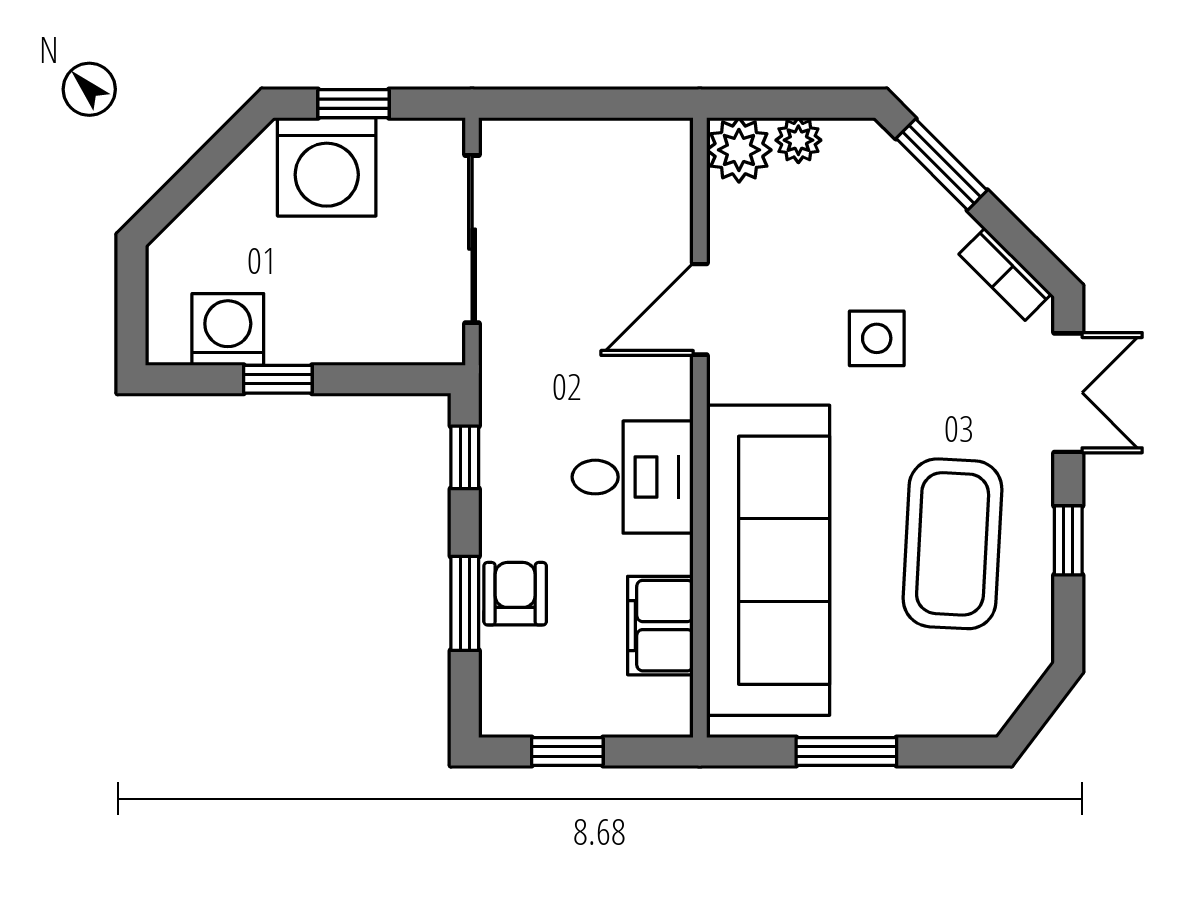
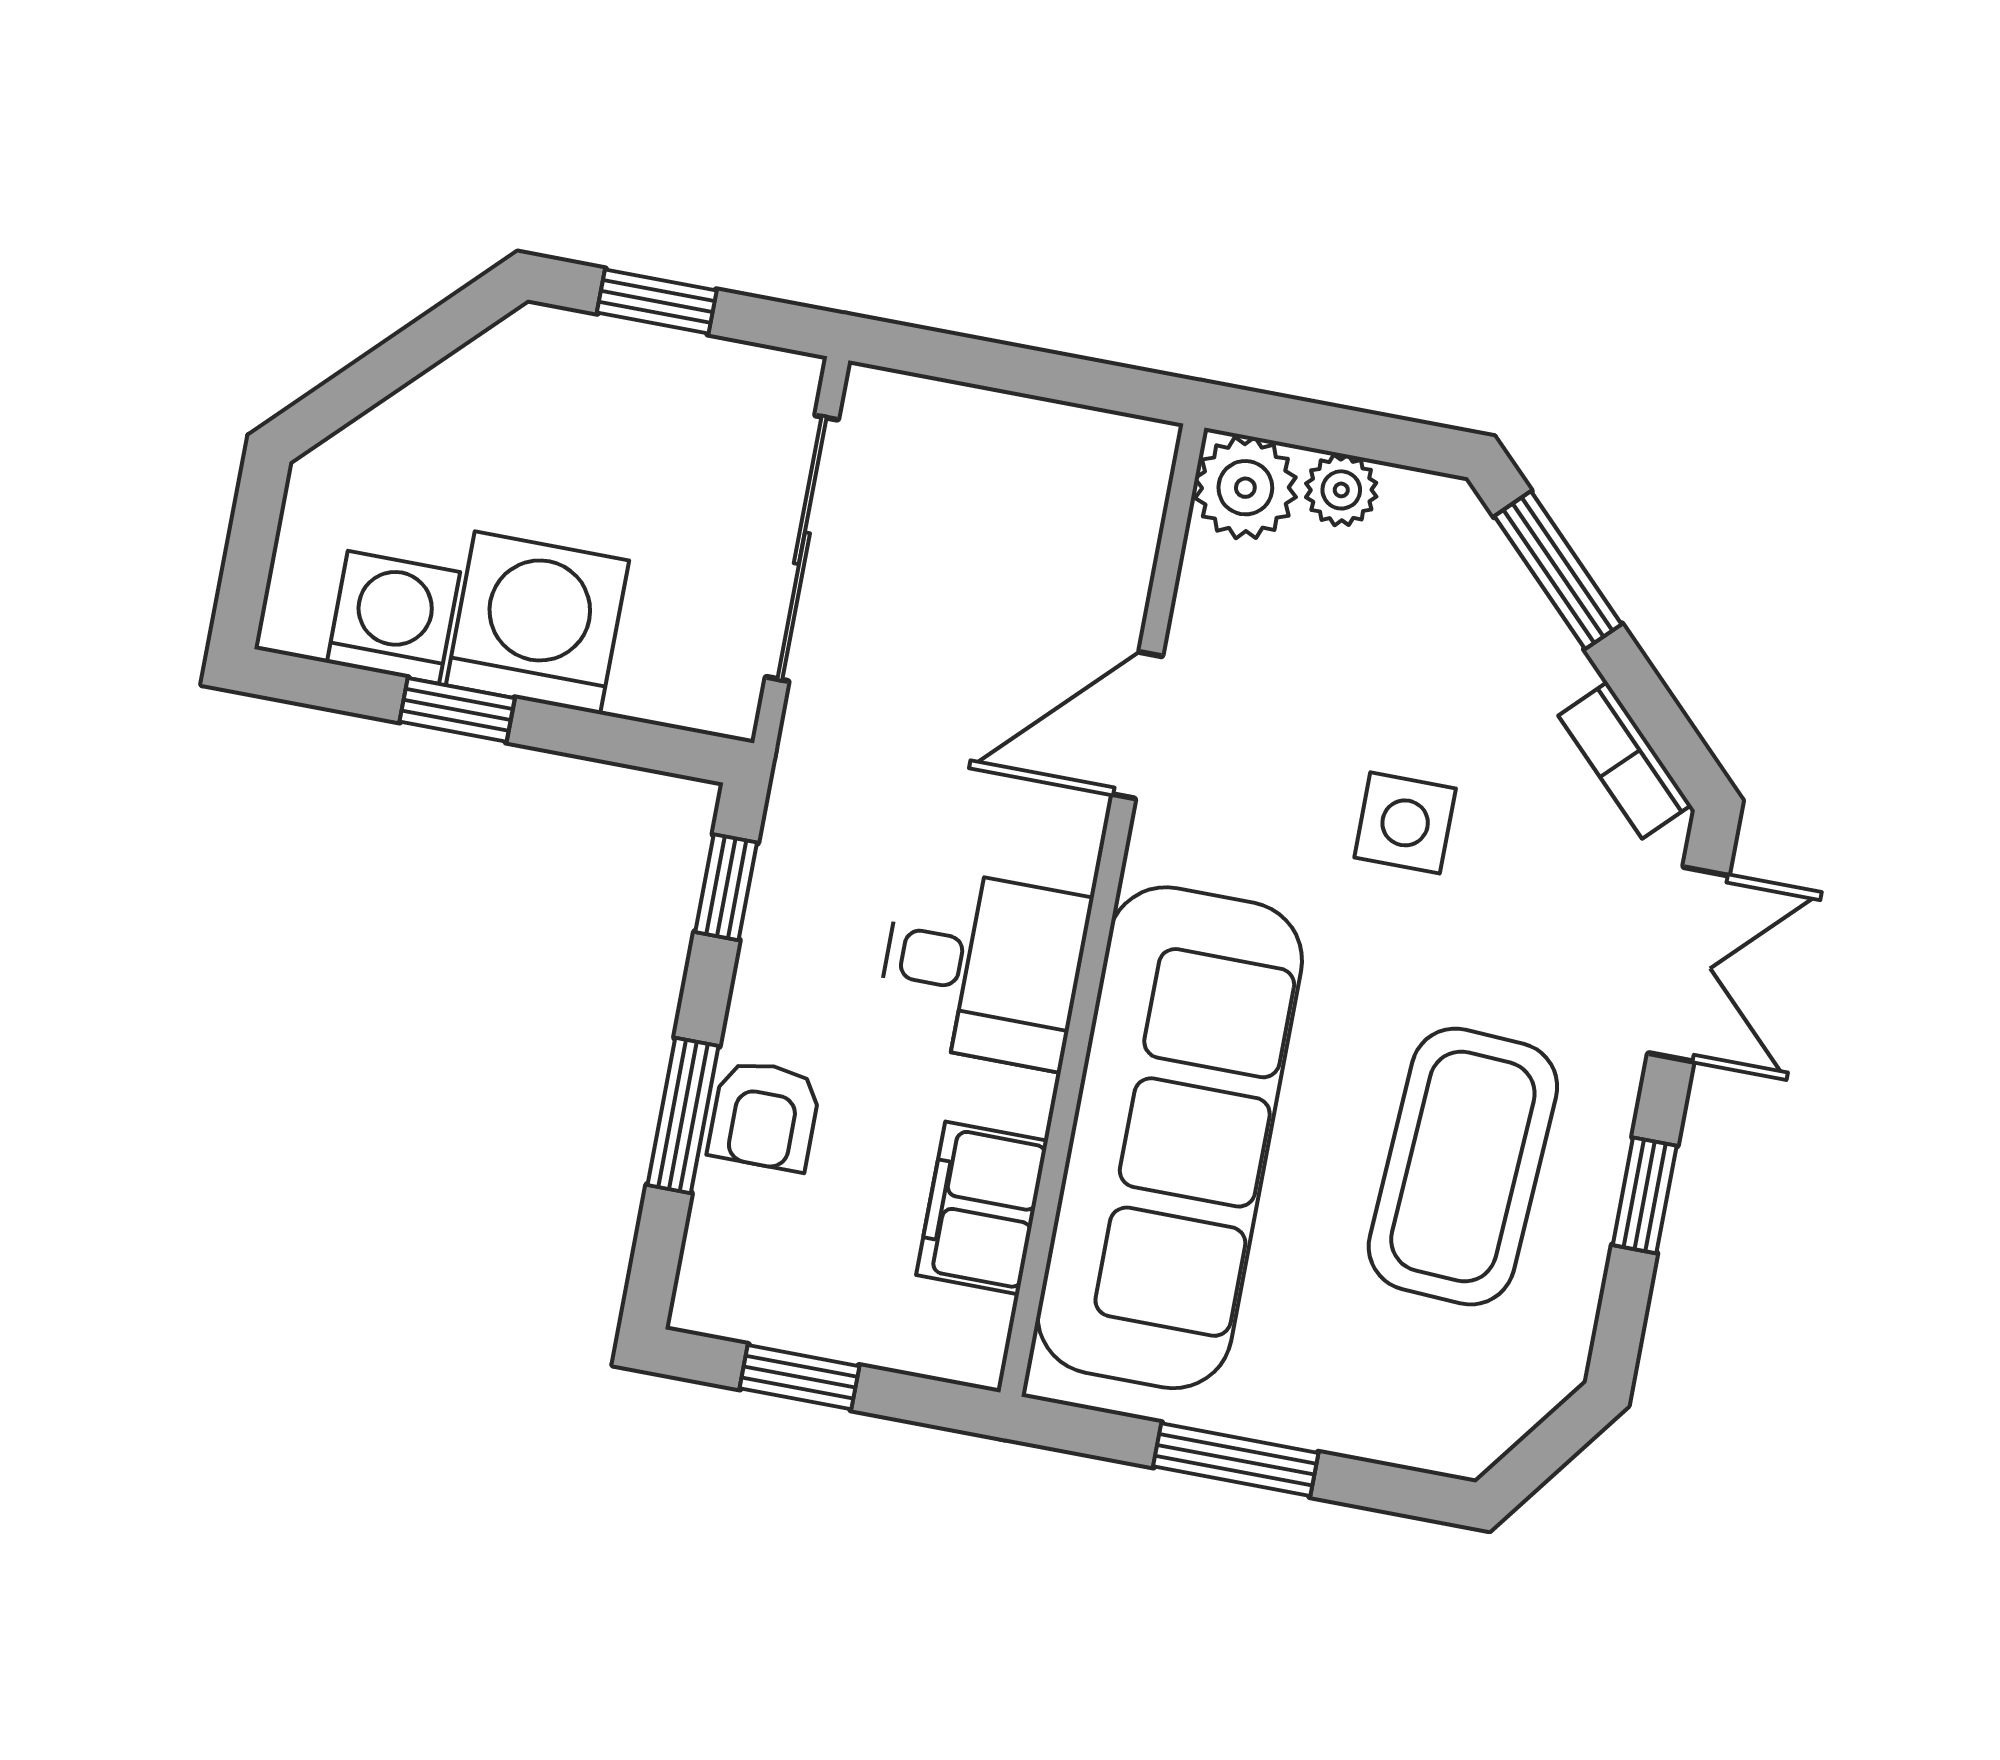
washing machine: (327, 167) -> (537, 623), moved, turned 180
armchair: (515, 594) -> (764, 1115), turned 180

